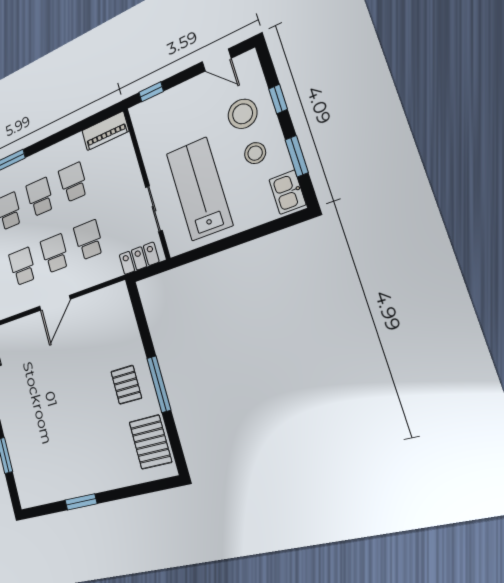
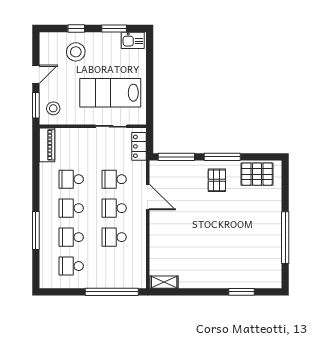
door: (217, 60) -> (36, 74), moved
window: (151, 92) -> (36, 105), width x1.50
stool: (255, 153) -> (53, 108), moved
door: (55, 303) -> (148, 197), moved
window: (140, 317) -> (176, 157), added
pallet: (126, 385) -> (217, 180), turned 90
window: (81, 502) -> (285, 238), width x2.11

